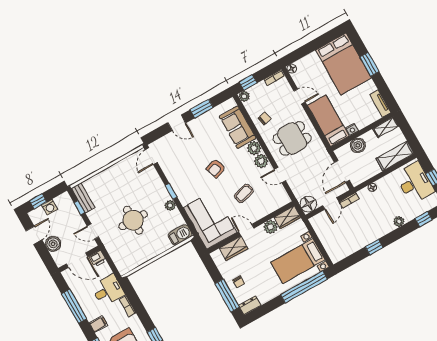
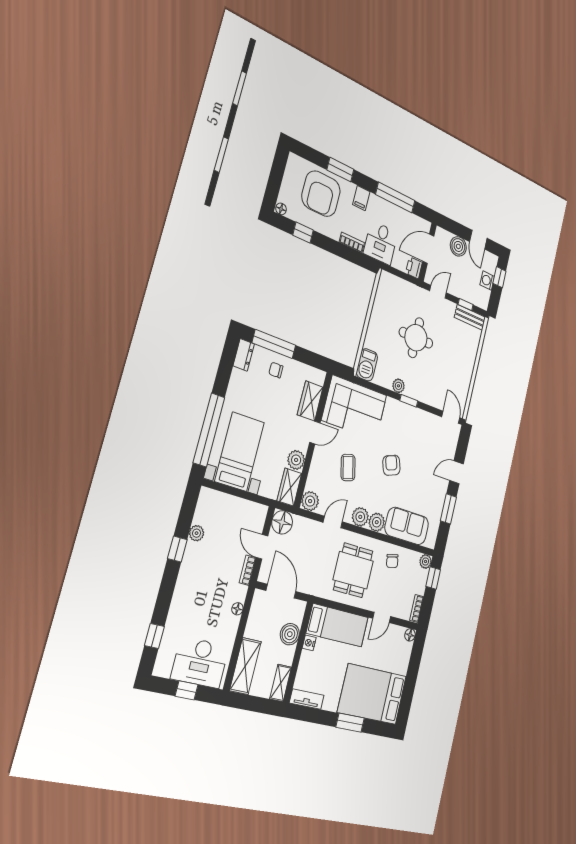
plant: (283, 199) -> (310, 501), added
plant: (399, 221) -> (197, 533), moved

